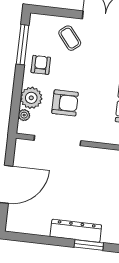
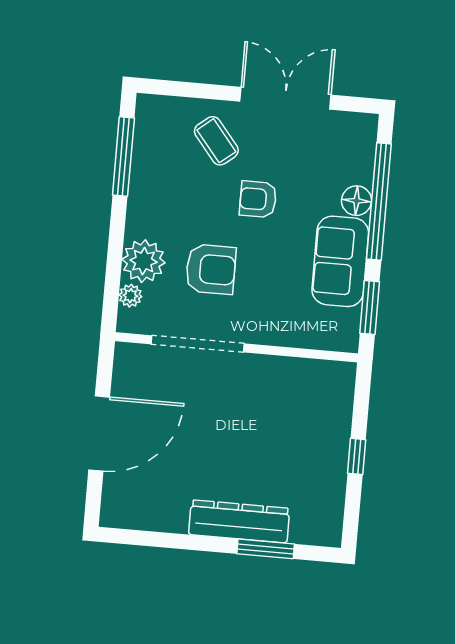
armchair: (41, 65) -> (258, 199), moved, turned -90

